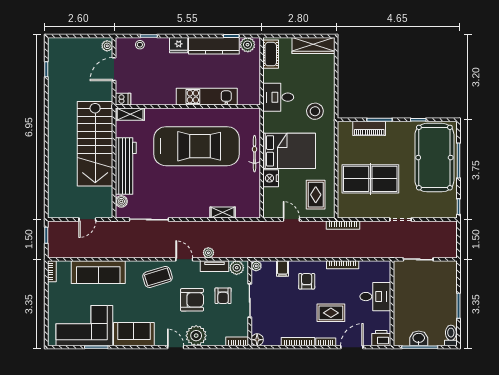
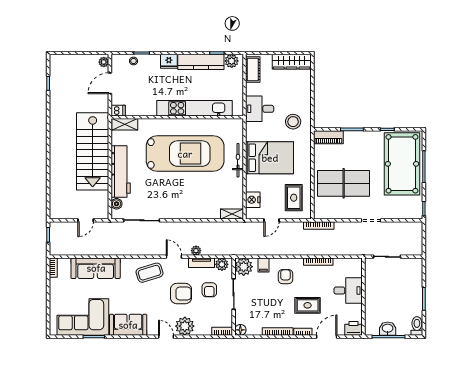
kitchen unit: (207, 97) -> (195, 108), width x1.36
piano: (369, 128) -> (328, 137), moved
nightstand: (271, 178) -> (253, 200), moved
shelving: (223, 213) -> (232, 214), moved
door: (291, 219) -> (272, 220), swing flipped
plant: (256, 266) -> (244, 267), width x1.87, depth x1.87

